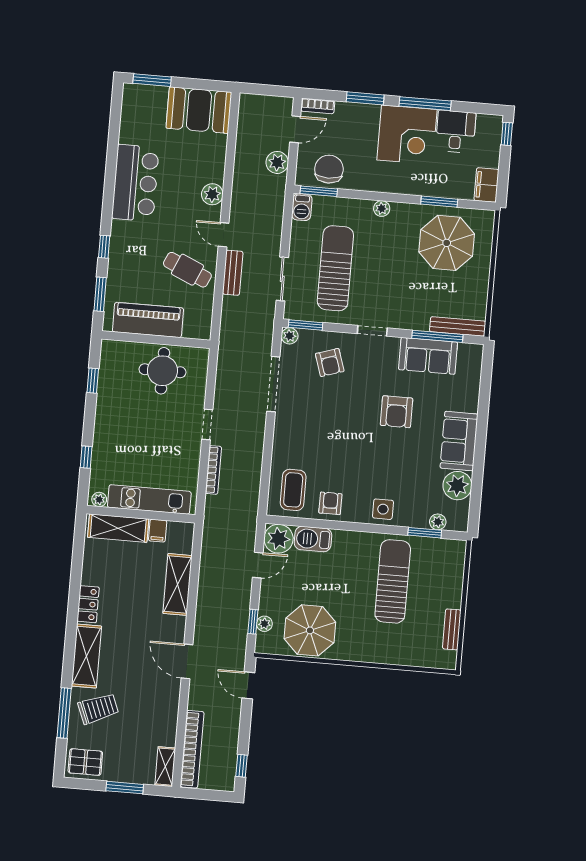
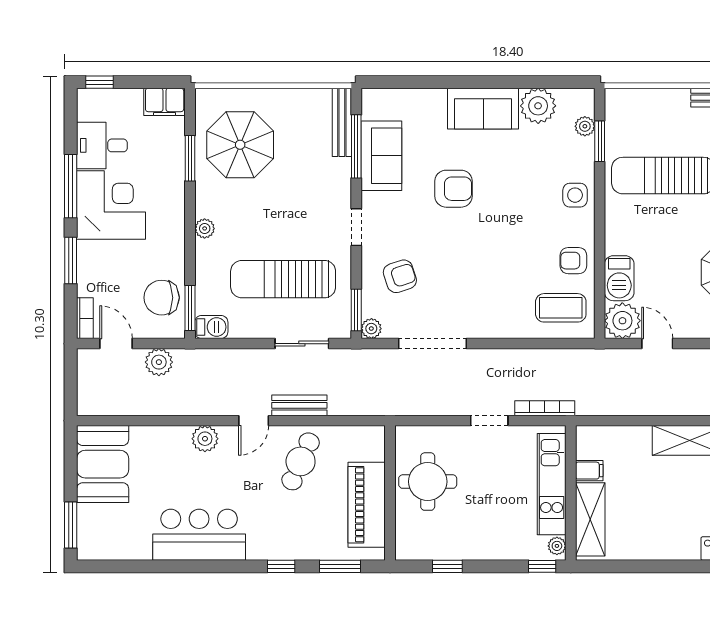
plant: (99, 499) -> (557, 546), moved
kitchen unit: (149, 499) -> (552, 484), moved
wall: (141, 514) -> (571, 493), moved
shelving: (118, 528) -> (590, 519), moved
filing cabinet: (158, 531) -> (589, 471), moved

